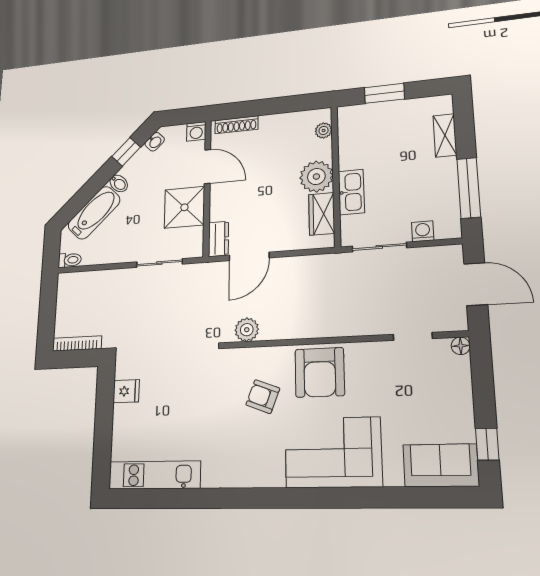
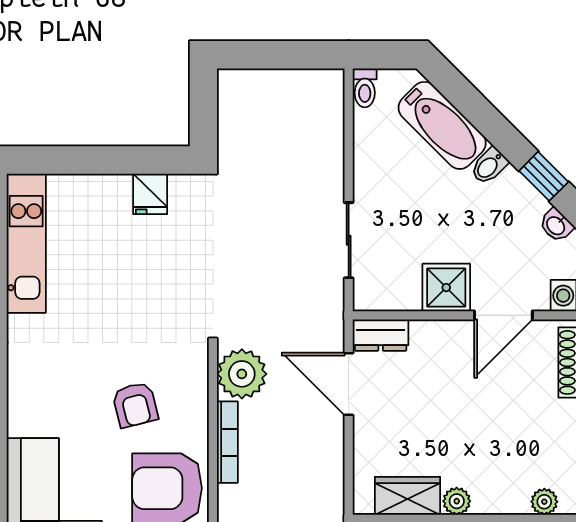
plant: (316, 177) -> (457, 501), width x0.53, depth x0.53
shower: (184, 207) -> (446, 288), width x0.73, depth x0.73
plant: (247, 330) -> (242, 374), width x1.36, depth x1.36
bookcase: (77, 343) -> (227, 442), moved
armchair: (263, 397) -> (135, 405), turned 145

